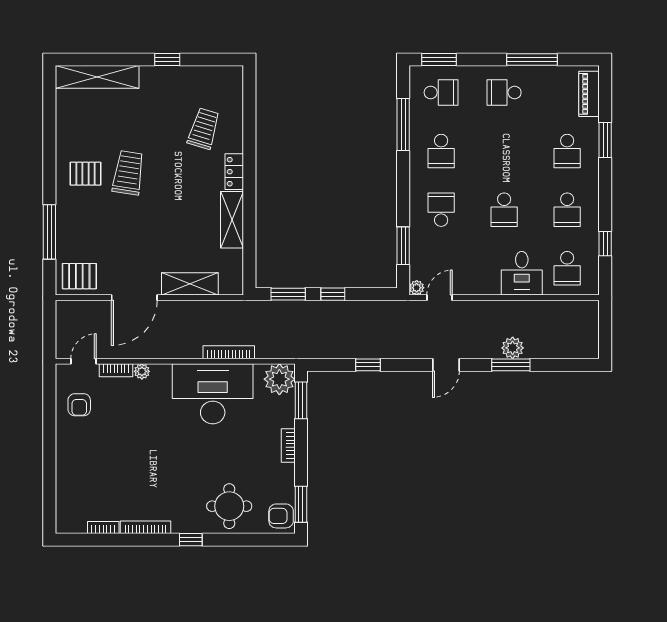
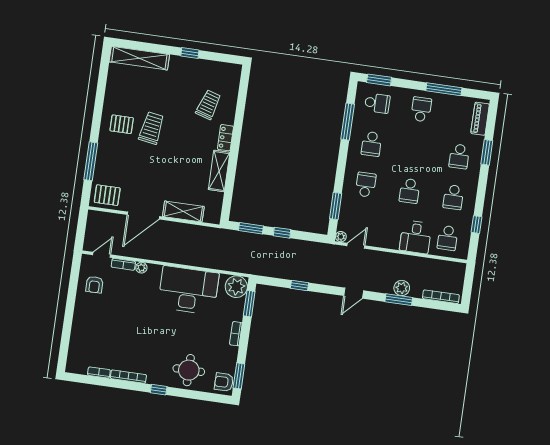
school desk: (504, 92) -> (421, 109), turned 90
bookcase: (229, 352) -> (441, 297), moved

